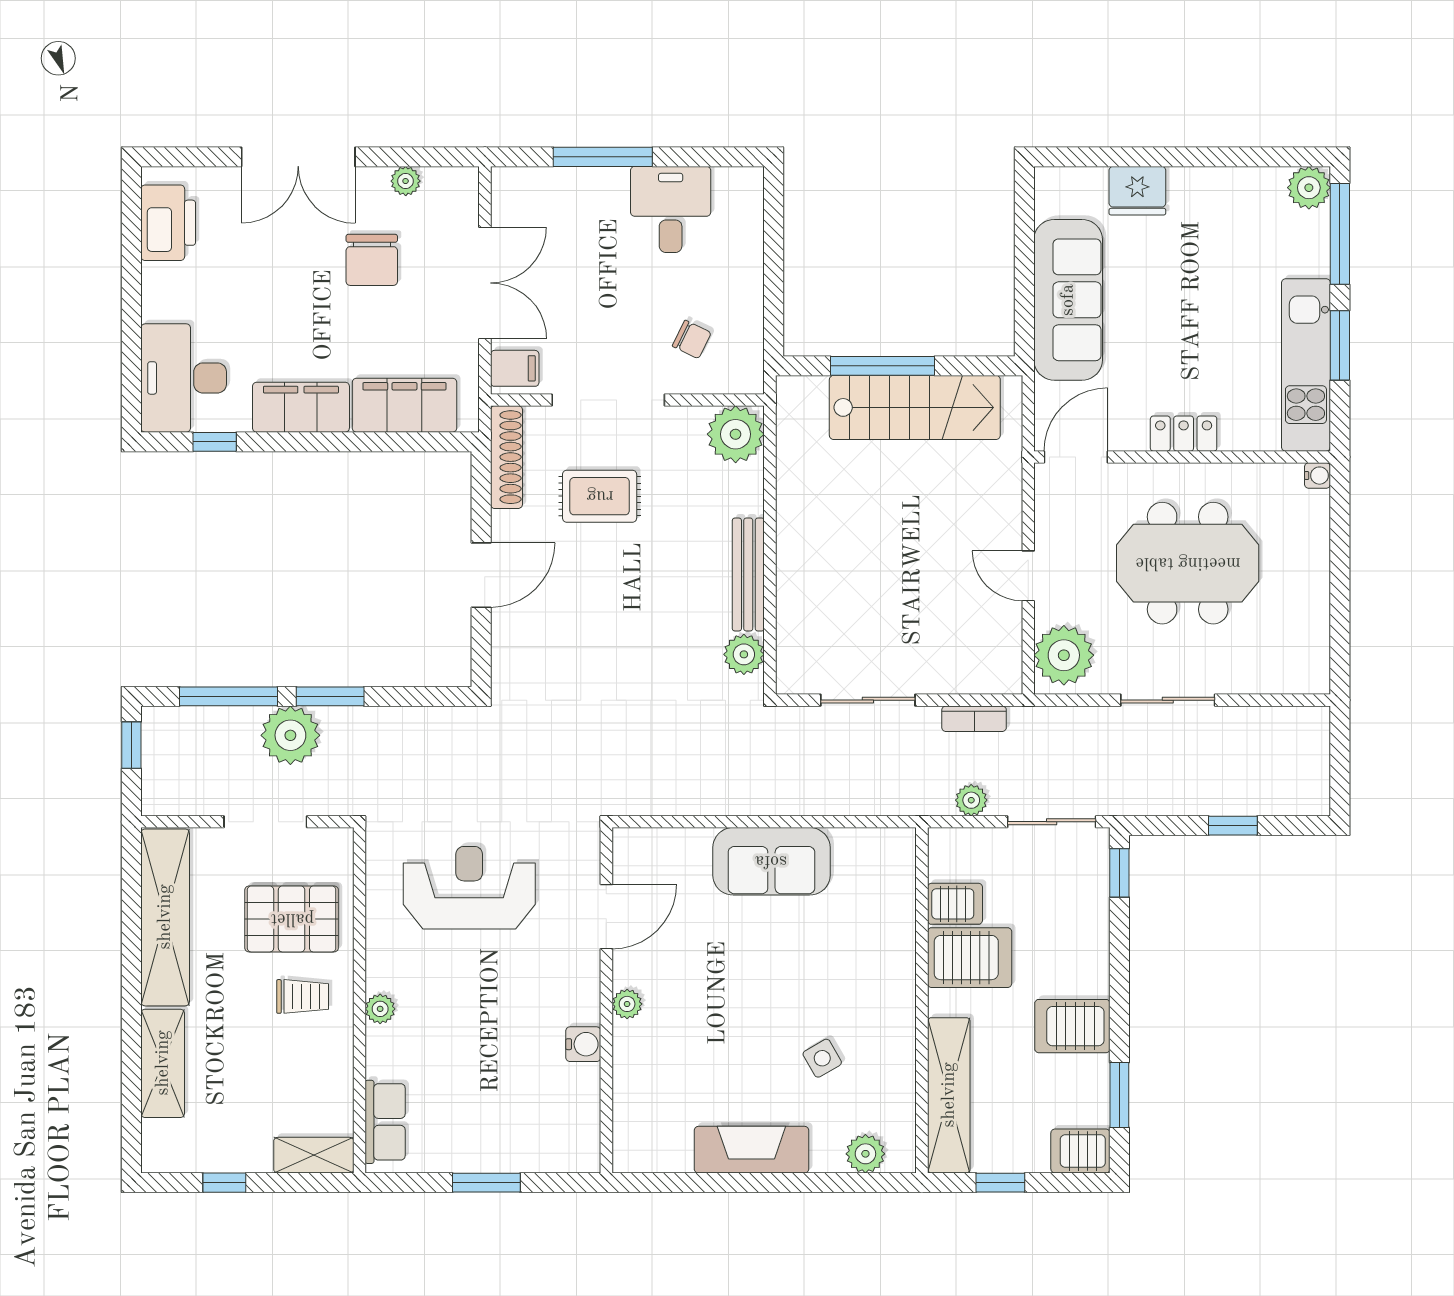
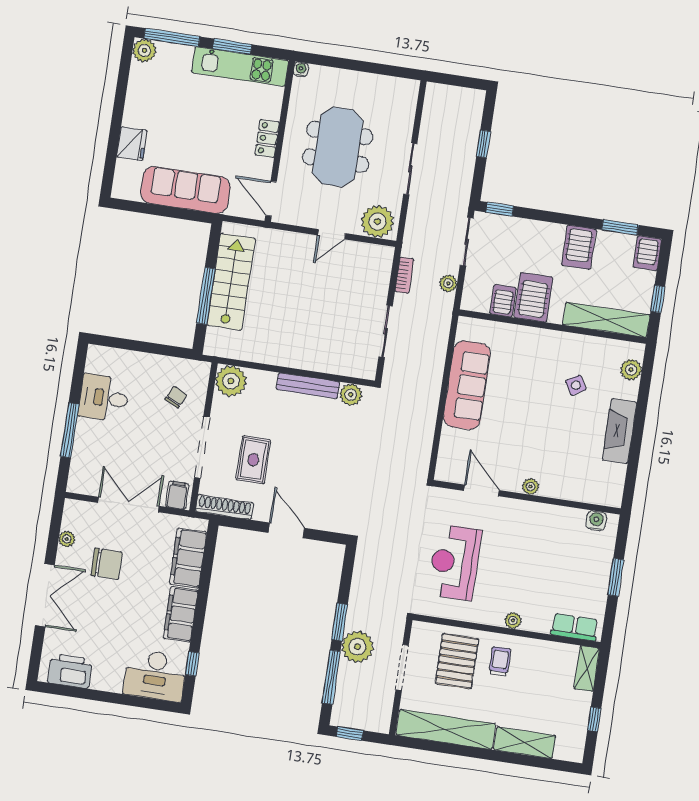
sofa: (771, 861) -> (467, 385), width x1.36
water cooler: (583, 1044) -> (596, 521), moved

